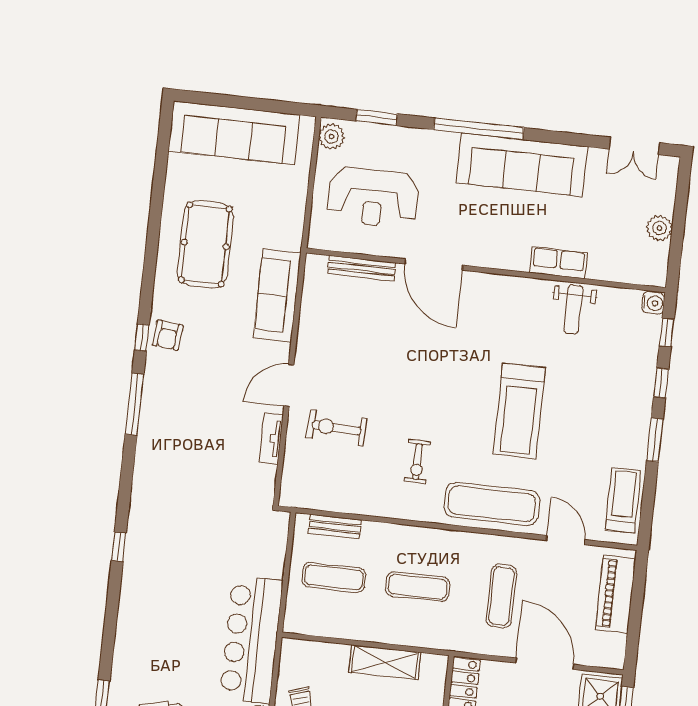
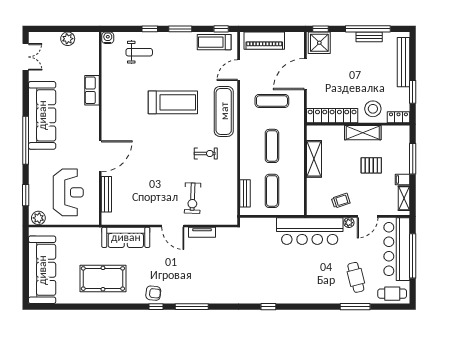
weight bench: (573, 309) -> (139, 52), moved
window: (667, 333) -> (221, 29), moved

